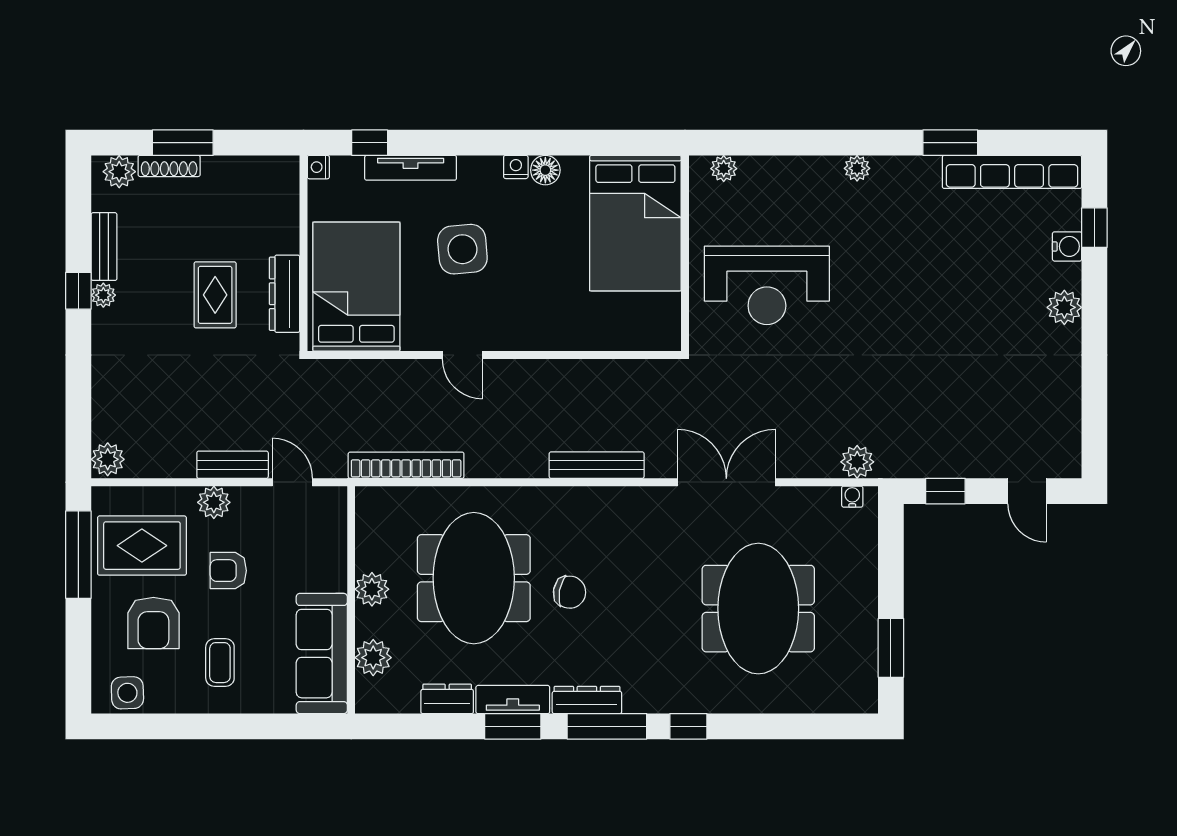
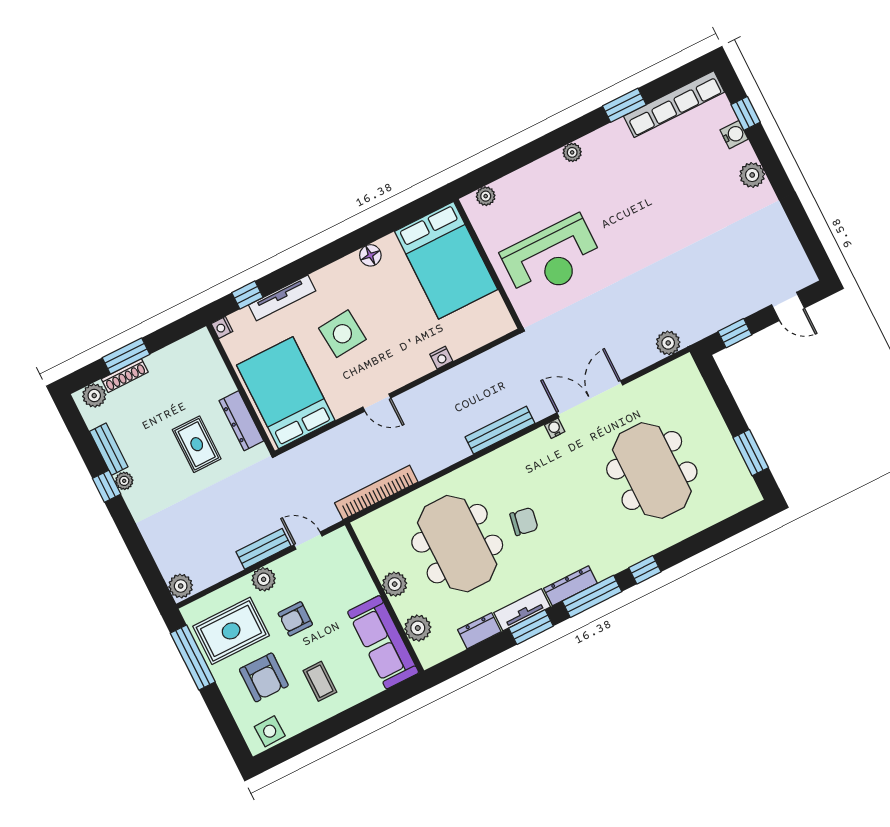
nightstand: (516, 167) -> (441, 358), moved, turned 180
water cooler: (852, 497) -> (555, 428), moved

